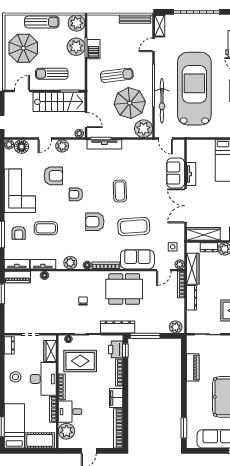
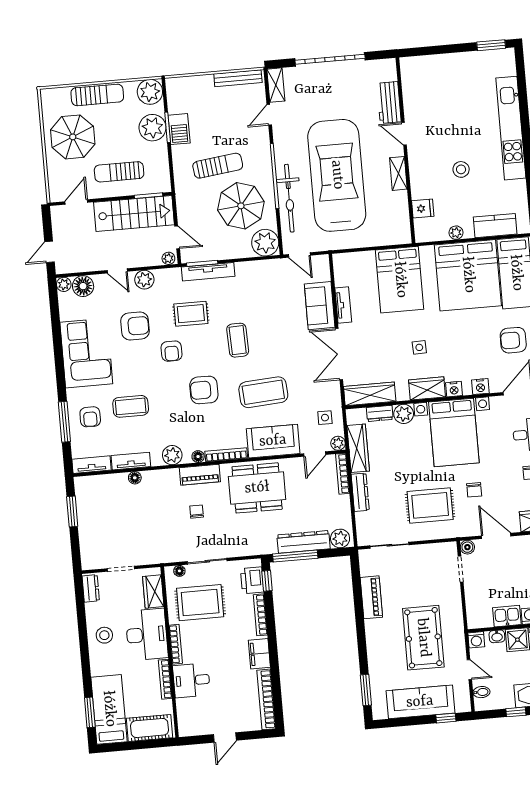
door: (45, 139) -> (117, 271), hinge flipped
rug: (91, 171) -> (191, 314), added
armchair: (76, 194) -> (172, 351), turned -90
piano: (17, 277) -> (200, 475), moved
dresser: (118, 327) -> (304, 542), moved
plant: (66, 431) -> (189, 711), removed

